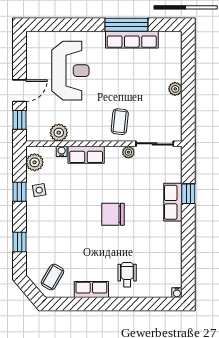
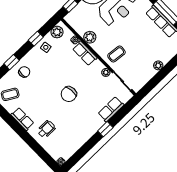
plant: (59, 133) -> (90, 37), moved
window: (188, 194) -> (105, 129), moved
row of seats: (173, 202) -> (111, 109), moved
chair: (113, 214) -> (69, 94), turned -95
chair: (43, 239) -> (24, 72), added

